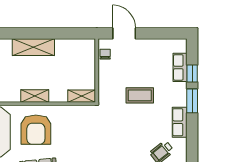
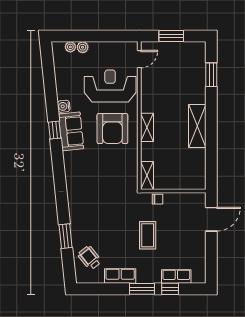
chair: (105, 54) -> (158, 199), moved
armchair: (36, 130) -> (112, 129), turned -90

